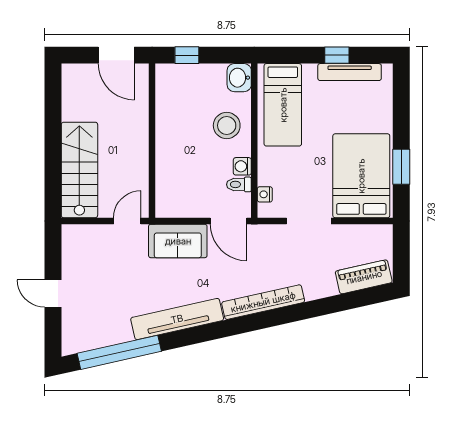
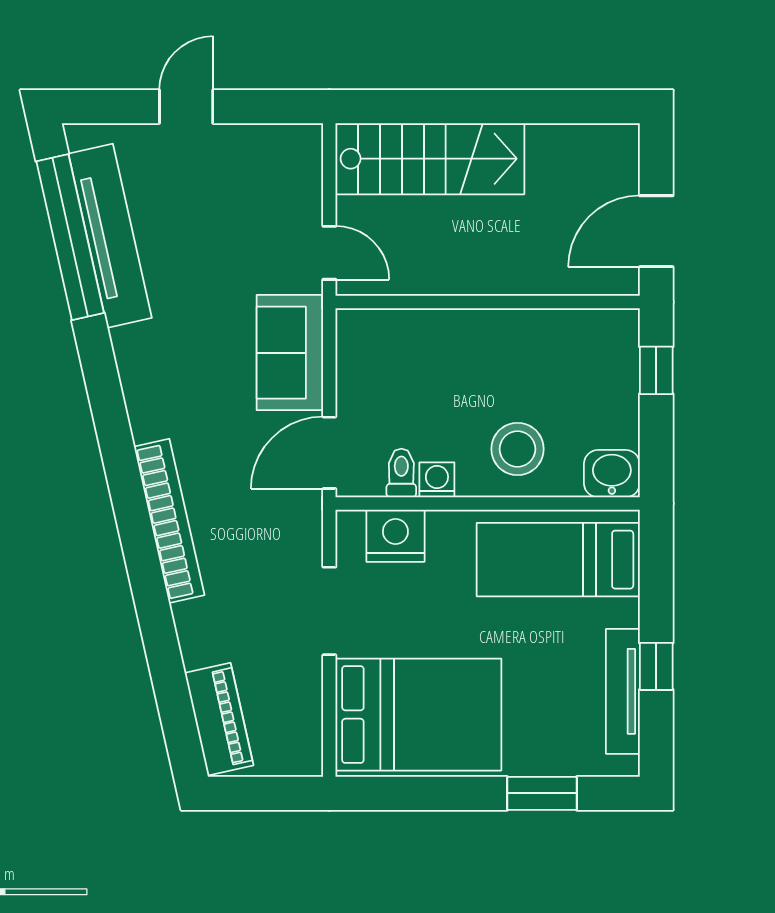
window: (401, 167) -> (542, 793), moved
nightstand: (265, 194) -> (395, 536), width x1.89, depth x1.79
tv unit: (177, 319) -> (110, 236), moved

